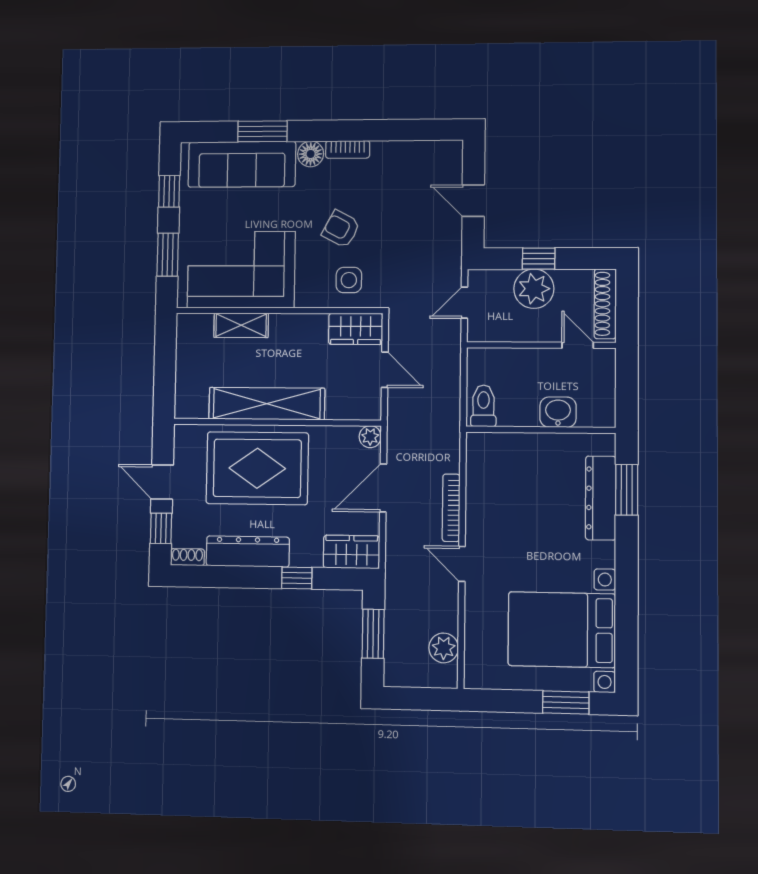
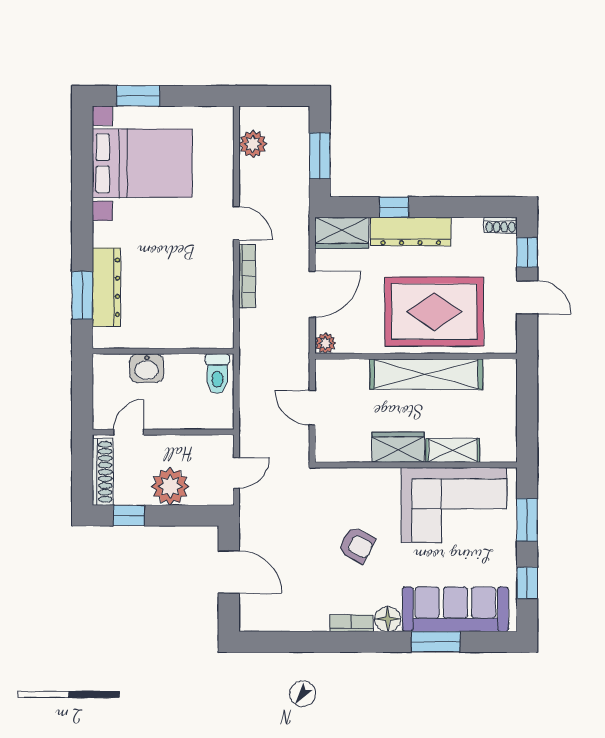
door: (473, 201) -> (229, 572), width x1.38
window: (539, 259) -> (129, 515), moved
side table: (349, 280) -> (348, 495), removed
wardrobe: (356, 329) -> (398, 447), moved
door: (578, 345) -> (129, 432), swing flipped
dresser: (248, 552) -> (411, 232), moved

